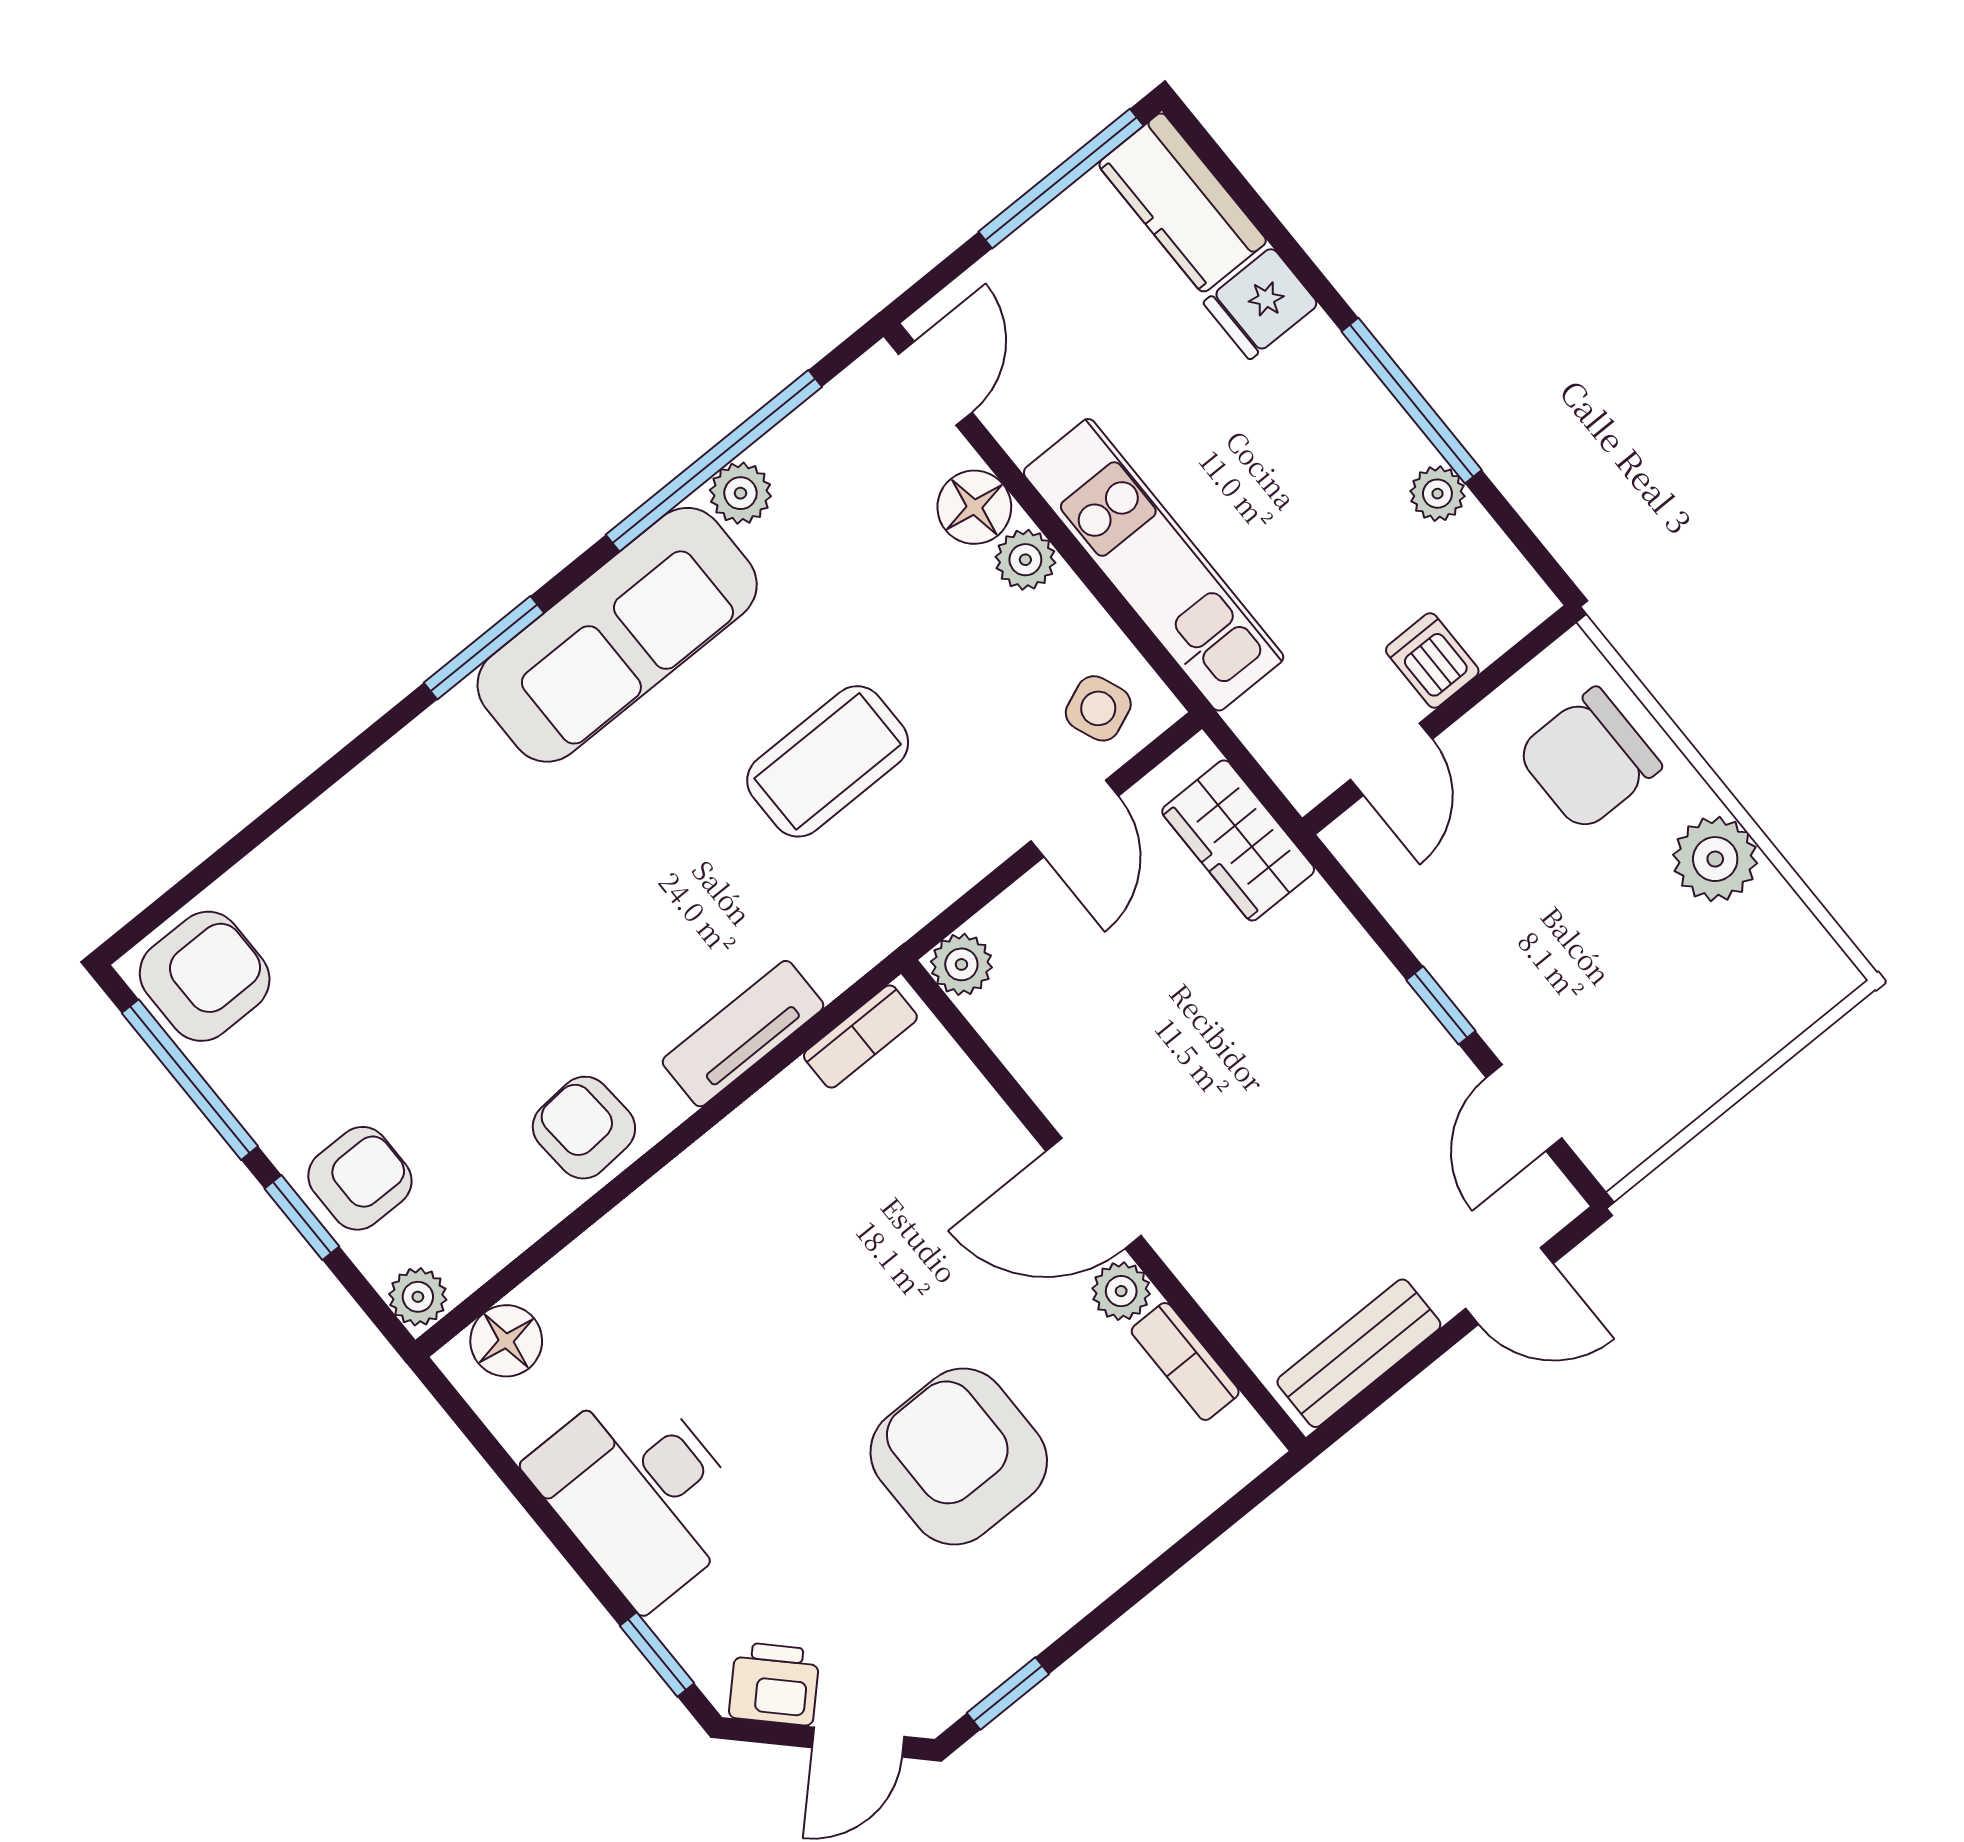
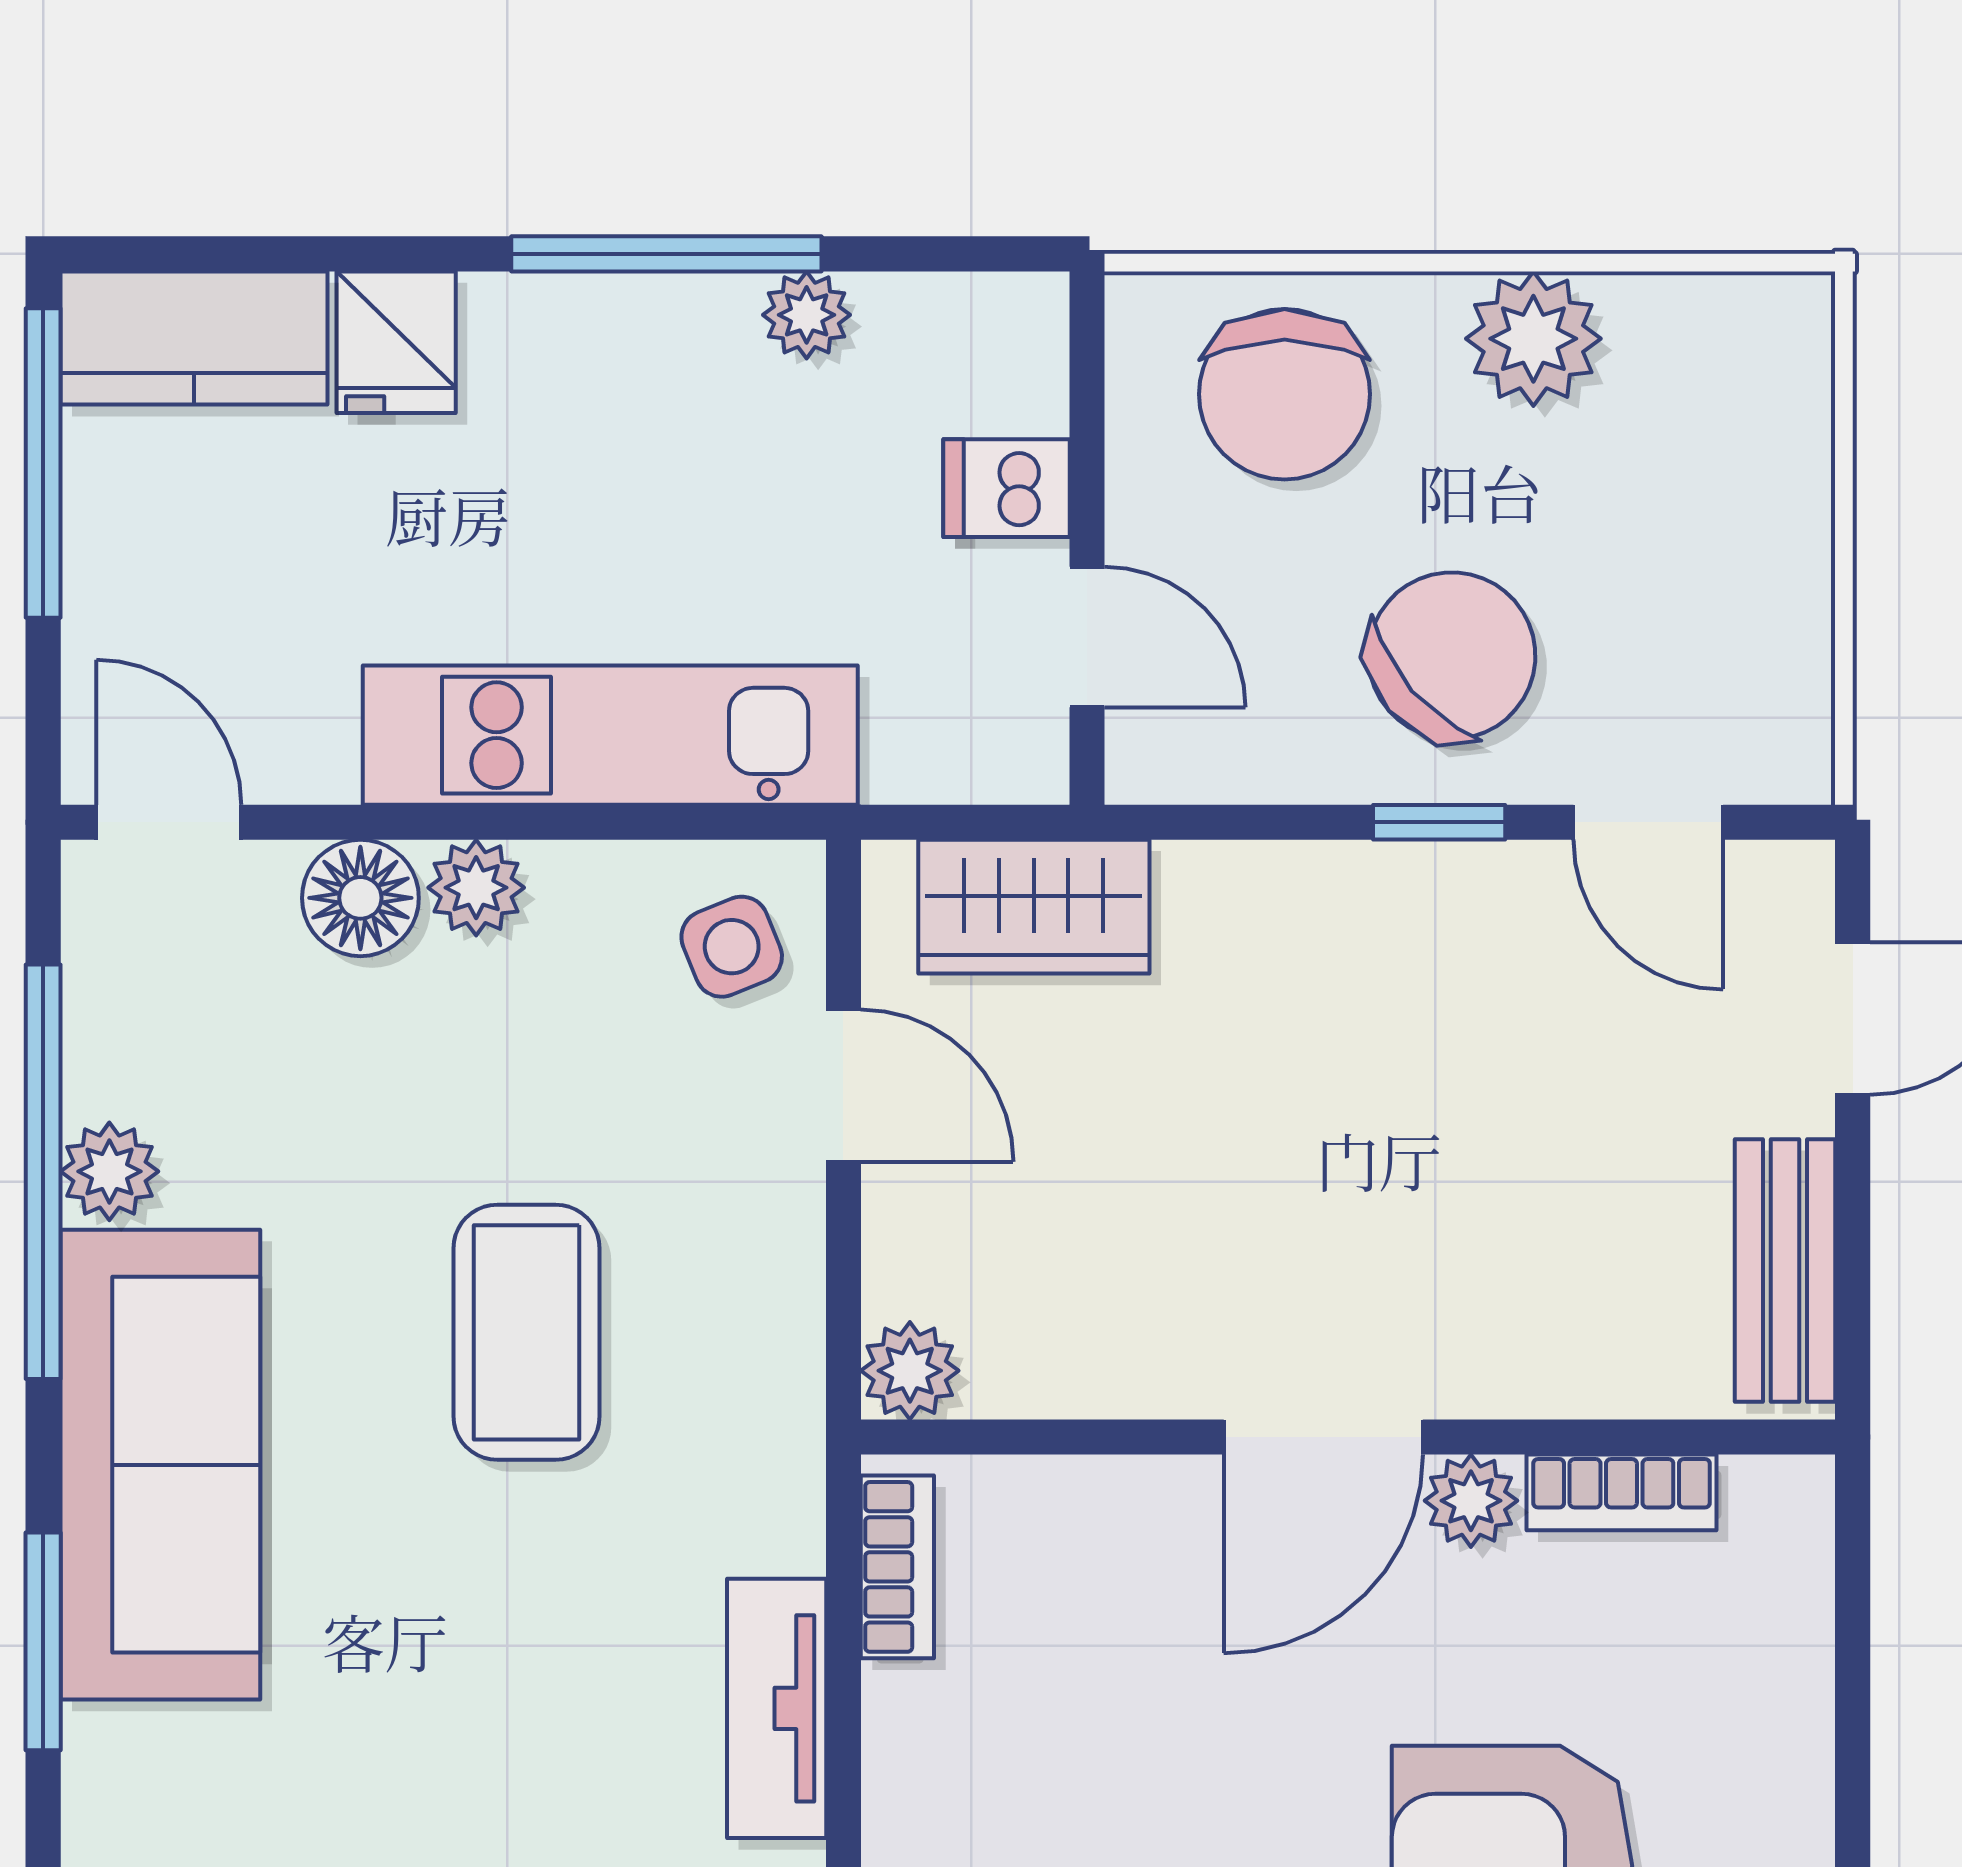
chair: (1527, 945) -> (1452, 656), added

